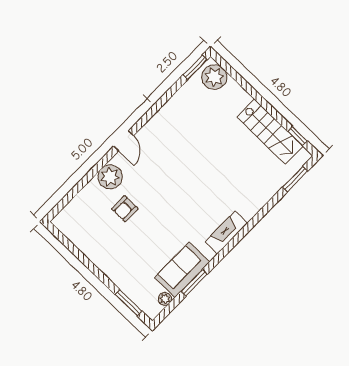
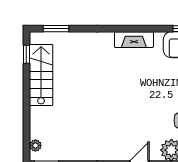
plant: (214, 77) -> (35, 145), width x0.53, depth x0.53

